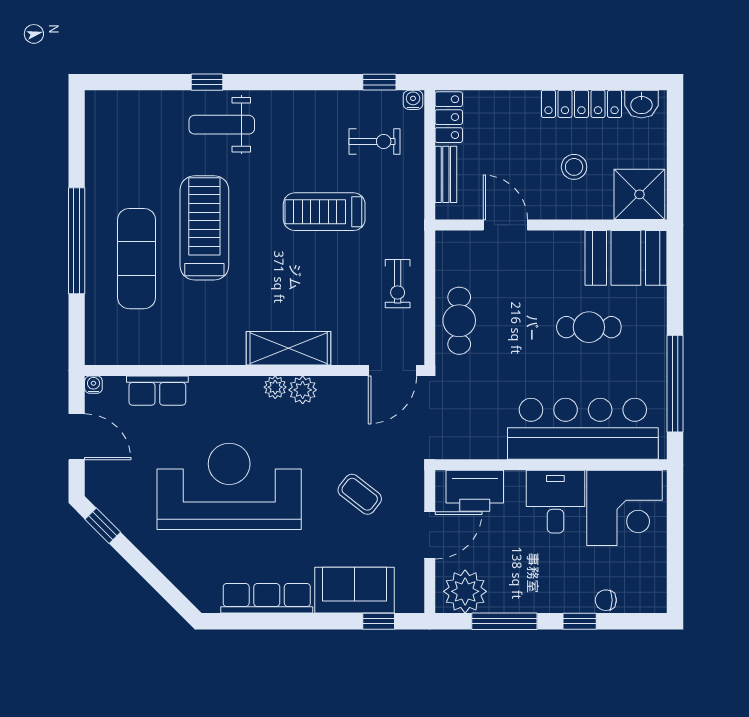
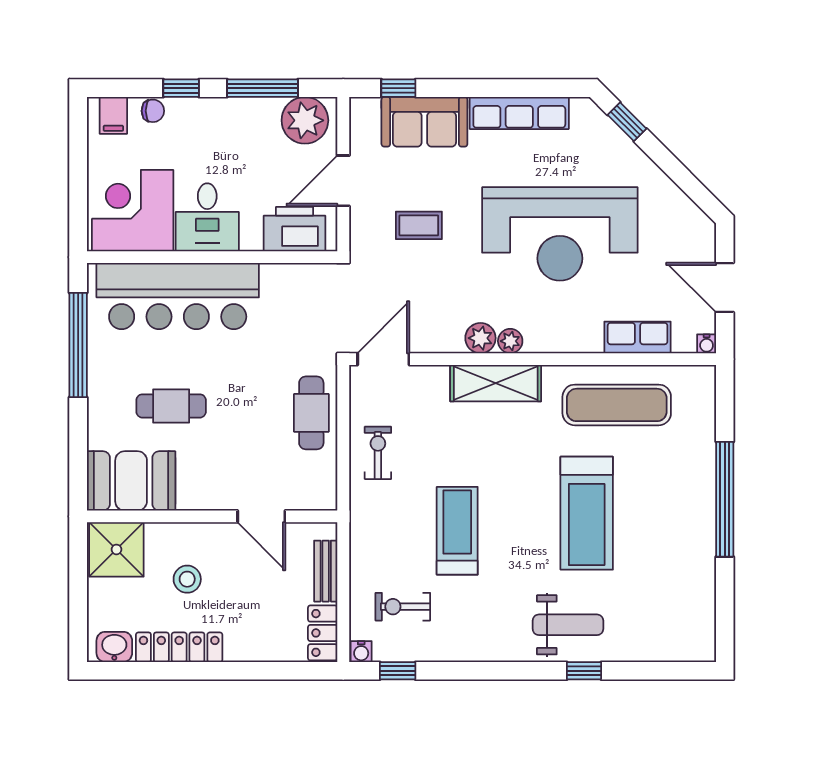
treadmill: (324, 212) -> (457, 531), turned -90
exercise mat: (137, 259) -> (617, 405), moved, turned 90
coffee table: (360, 494) -> (419, 225), turned -38
window: (103, 526) -> (627, 122), moved
filing cabinet: (642, 596) -> (113, 115), added

